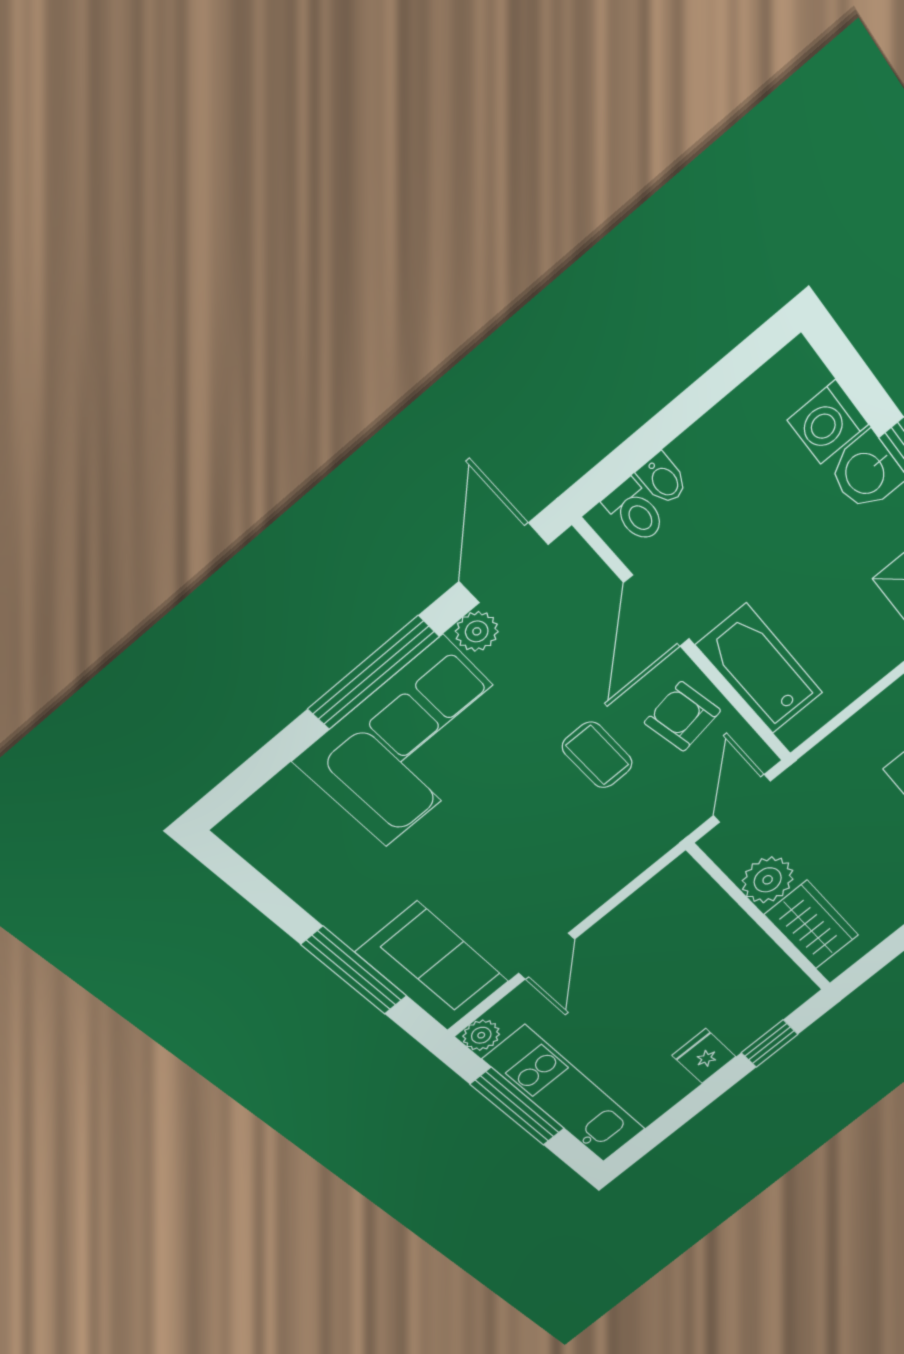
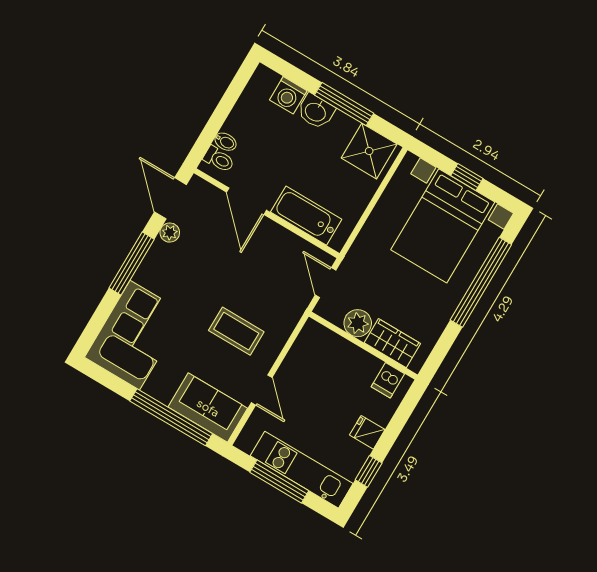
armchair: (683, 717) -> (279, 248), removed
corner sofa: (414, 743) -> (135, 335), moved
coffee table: (597, 755) -> (236, 331), moved, width x1.36, depth x1.30
window: (354, 971) -> (171, 417), width x1.46
dishwasher: (776, 982) -> (388, 380), added
plant: (481, 1035) -> (245, 442), removed
window: (770, 1043) -> (369, 471), moved

